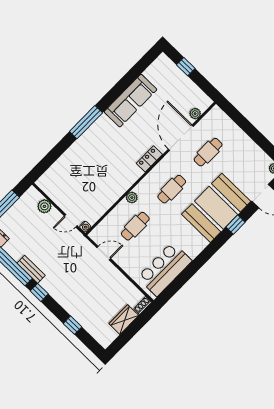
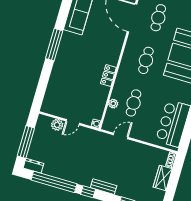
locker: (149, 159) -> (108, 76), moved
plant: (132, 198) -> (113, 104), moved
door: (71, 221) -> (73, 122), moved
bench: (31, 269) -> (104, 187), moved

